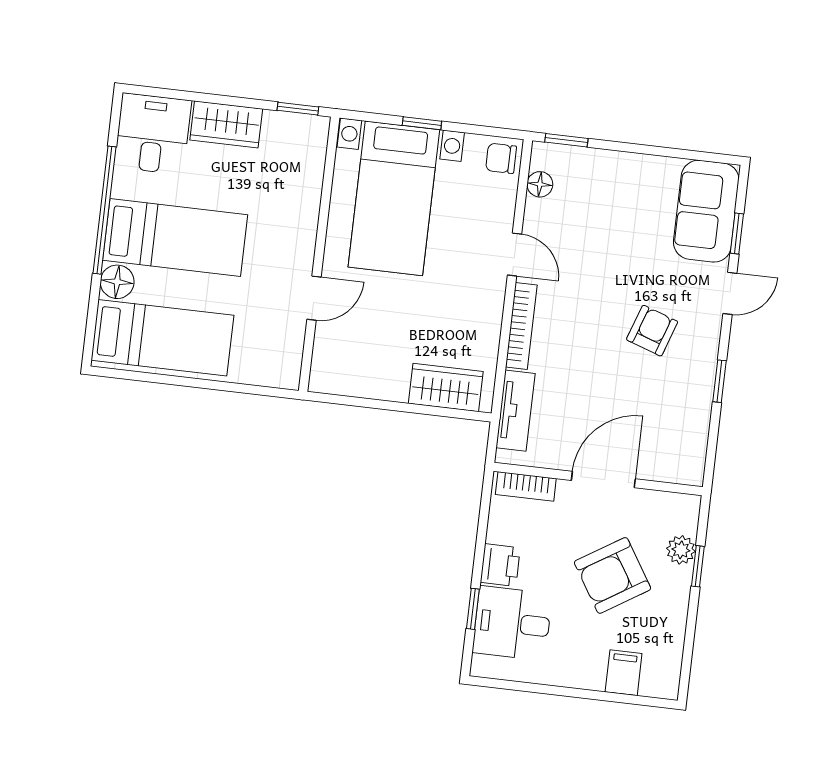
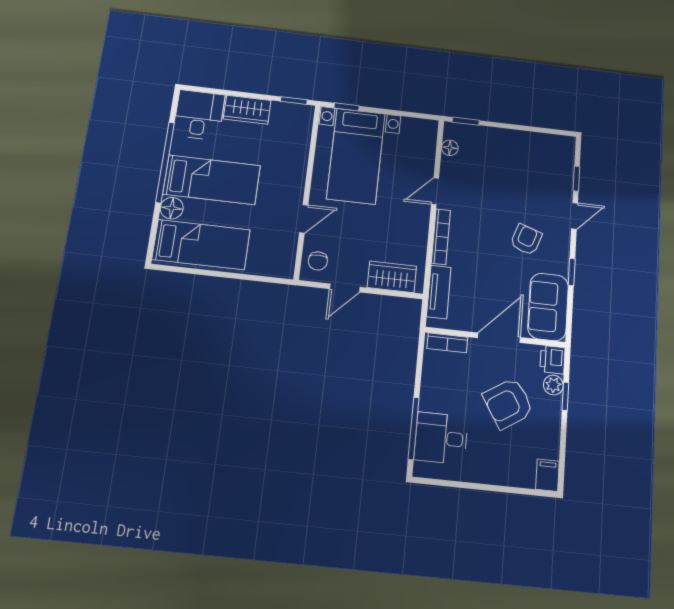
window: (422, 123) -> (347, 107), moved
chair: (501, 158) -> (318, 261), moved, turned -90
sofa: (706, 211) -> (548, 307), moved
door: (515, 254) -> (435, 191), swing flipped
door: (375, 404) -> (345, 288), added
printer: (500, 565) -> (552, 360), moved, turned 180
window: (473, 609) -> (414, 428), width x2.17
filing cabinet: (624, 673) -> (547, 475), moved

